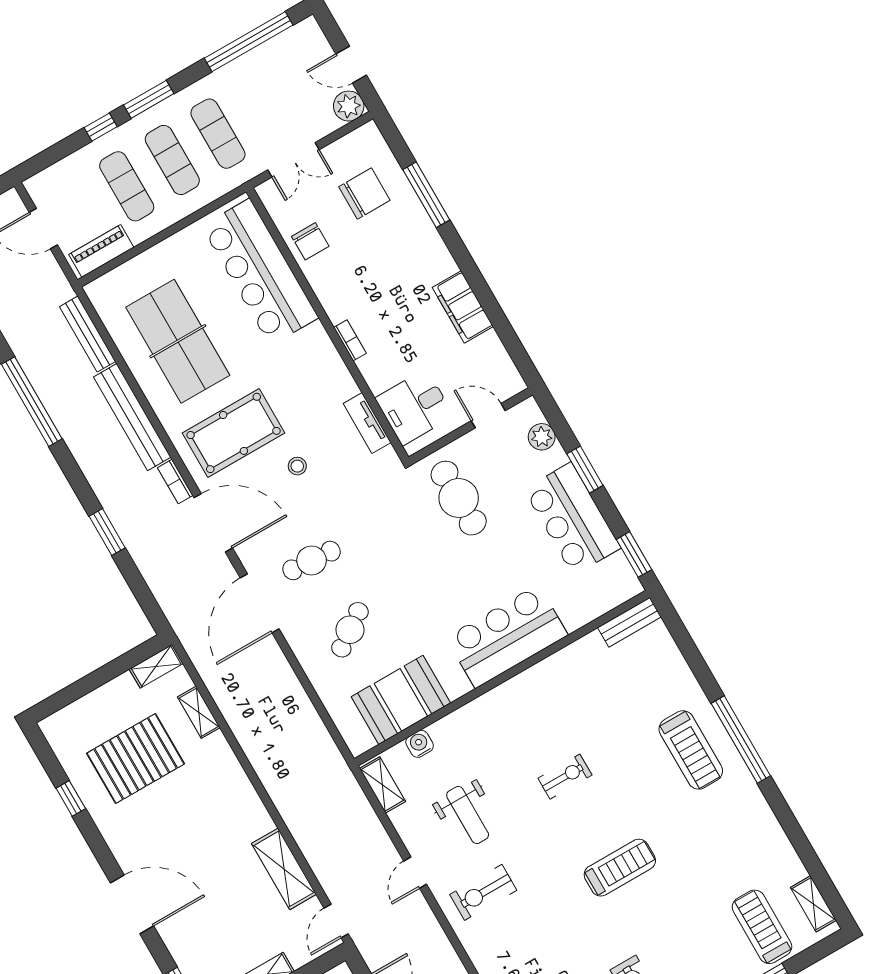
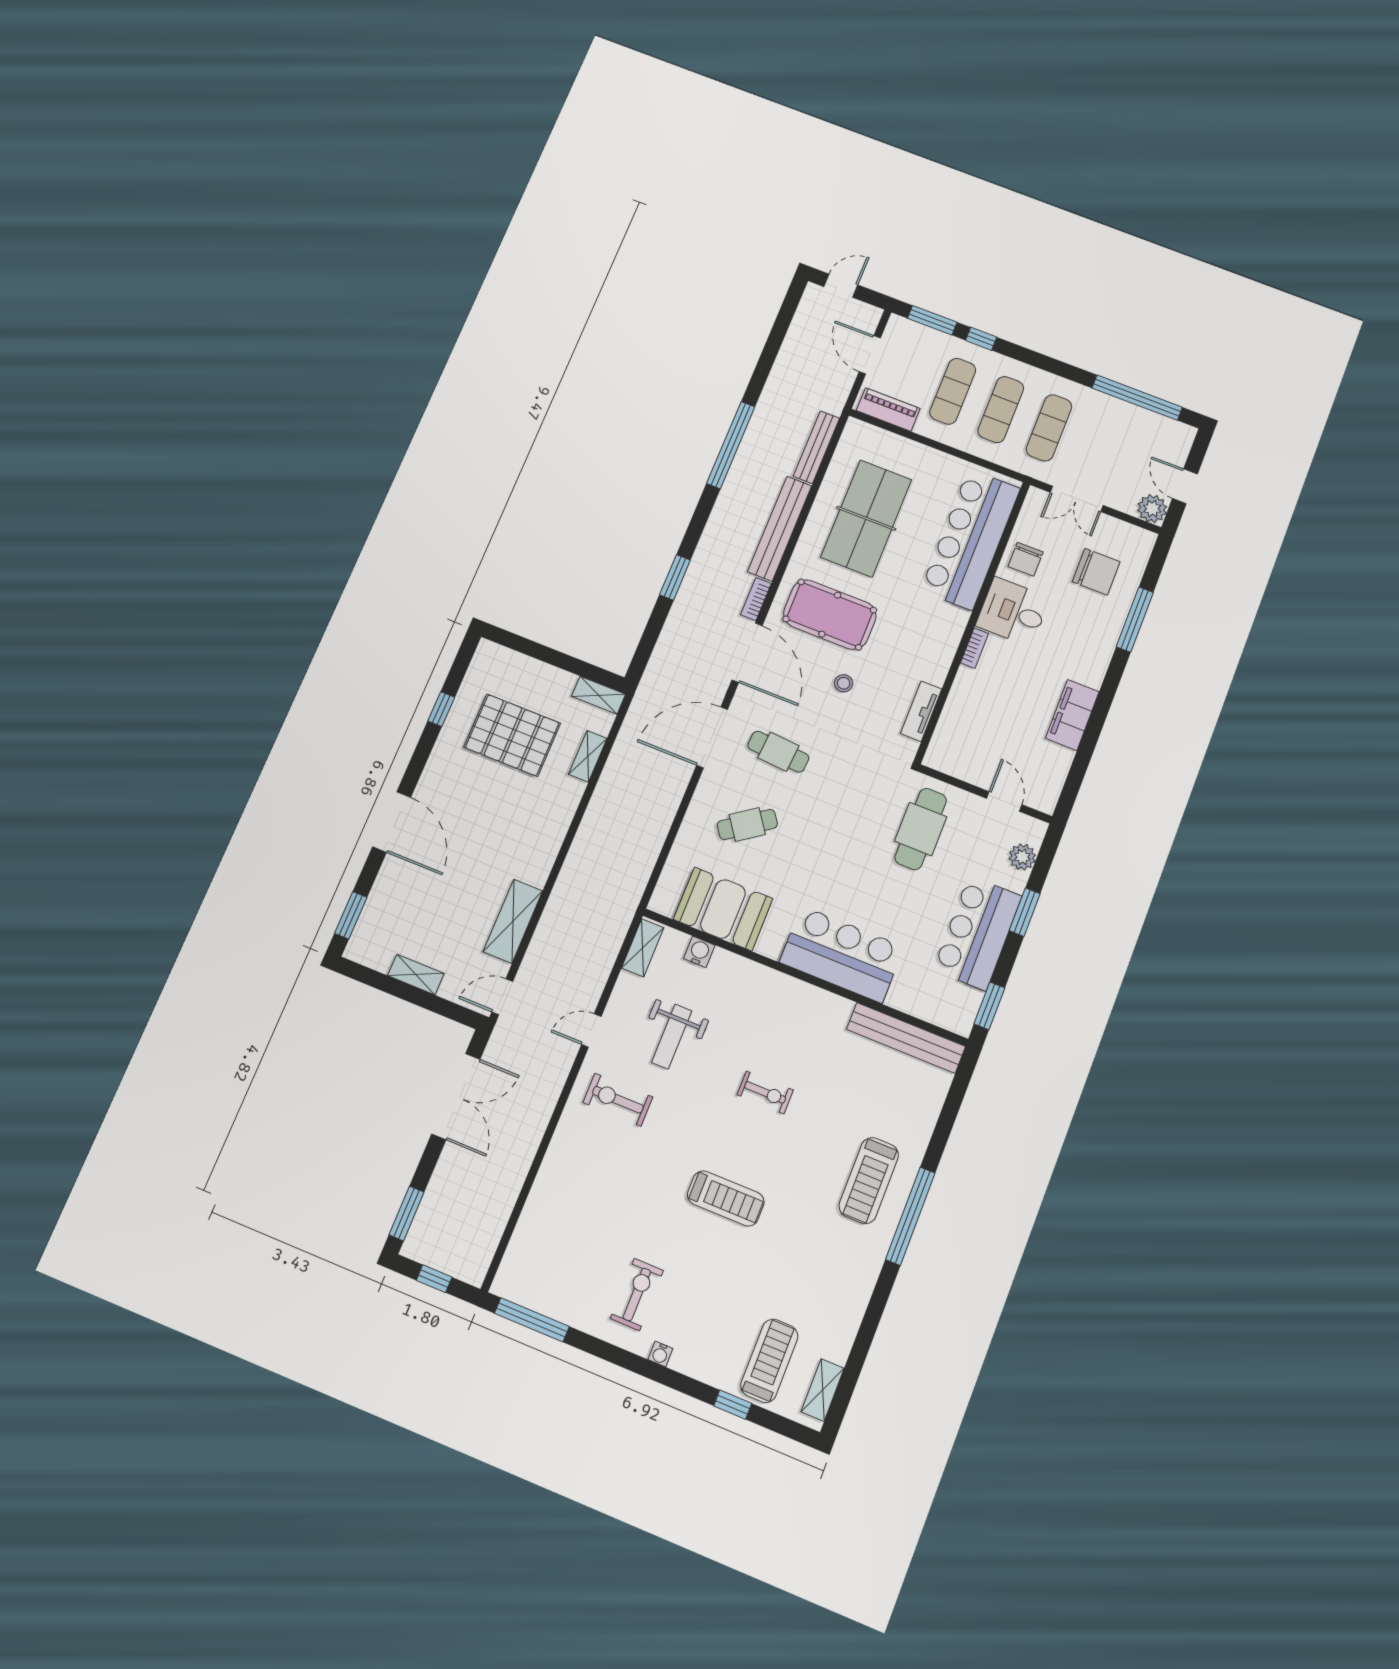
window: (149, 99) -> (932, 320), moved
desk: (414, 407) -> (1013, 612), moved
bench: (629, 622) -> (906, 1038), width x1.86, depth x1.21

